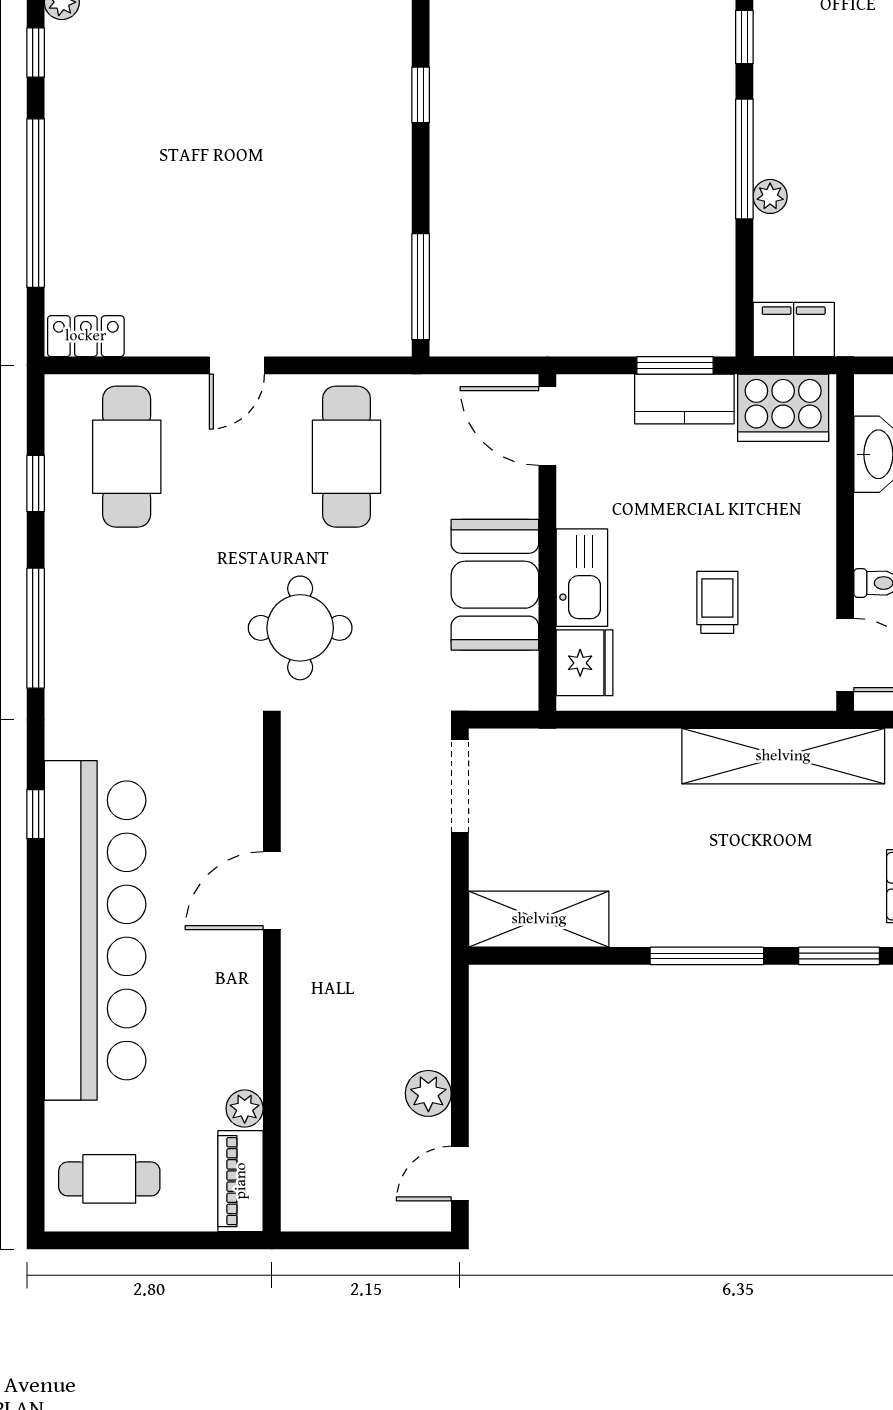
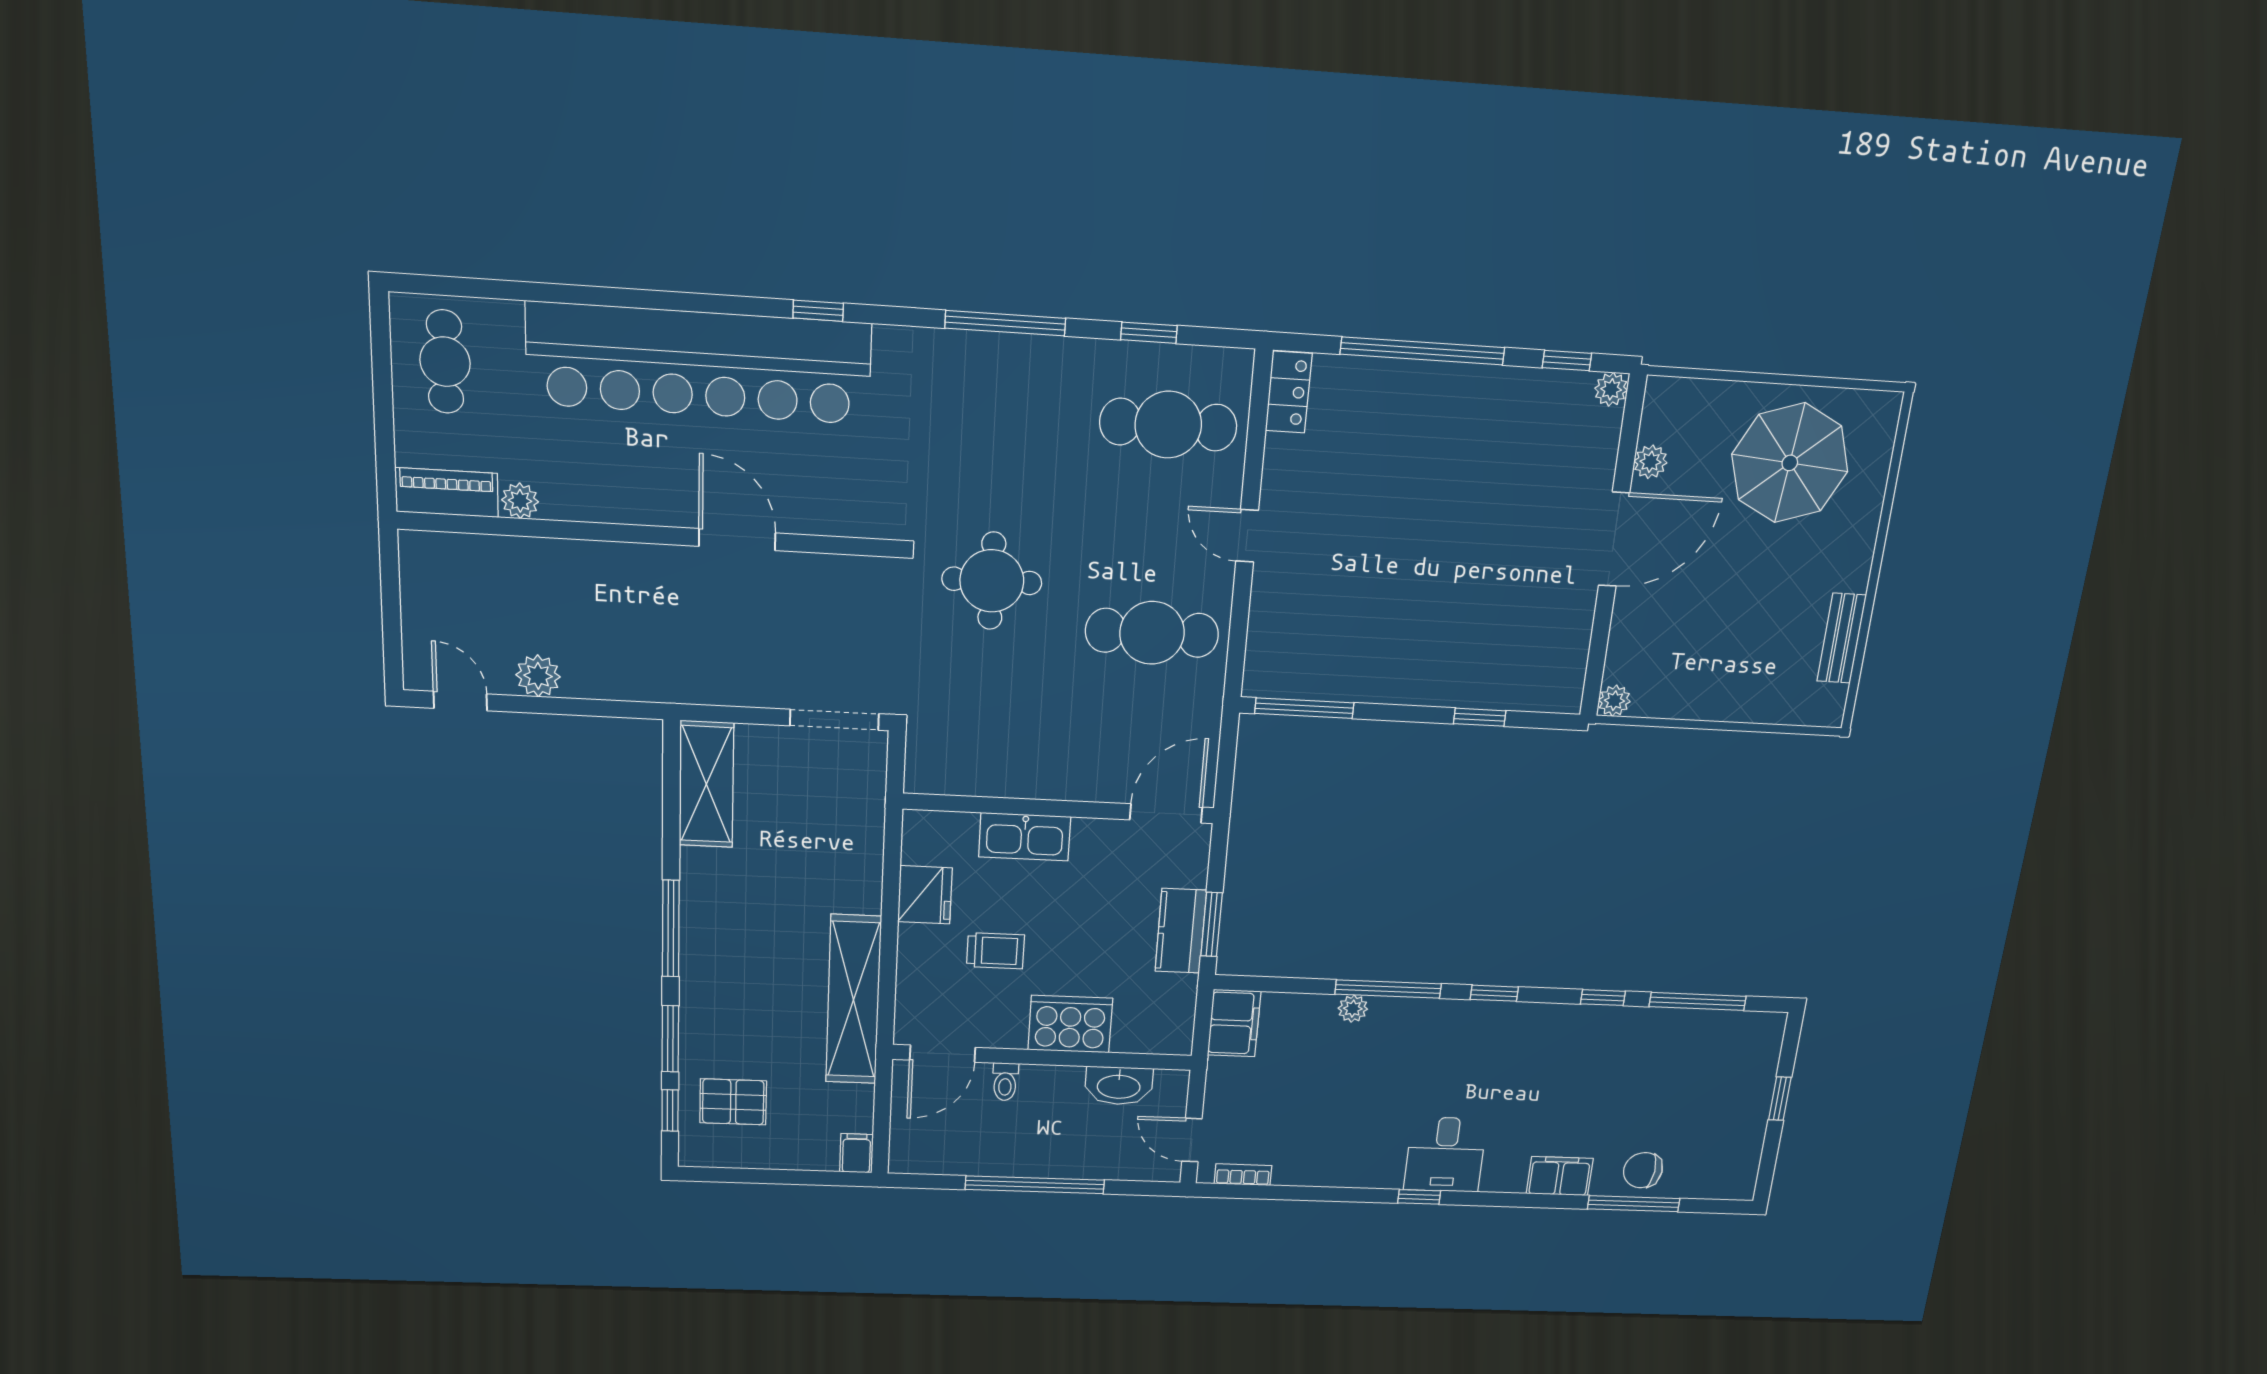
cooker: (783, 408) -> (1070, 1024), moved, turned 90
booth: (495, 585) -> (1023, 760), removed
fridge: (585, 663) -> (925, 895), moved, turned -90

